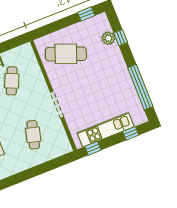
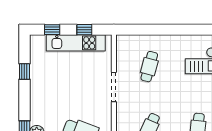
window: (140, 87) -> (24, 72), width x0.32
window: (93, 148) -> (84, 30), moved

